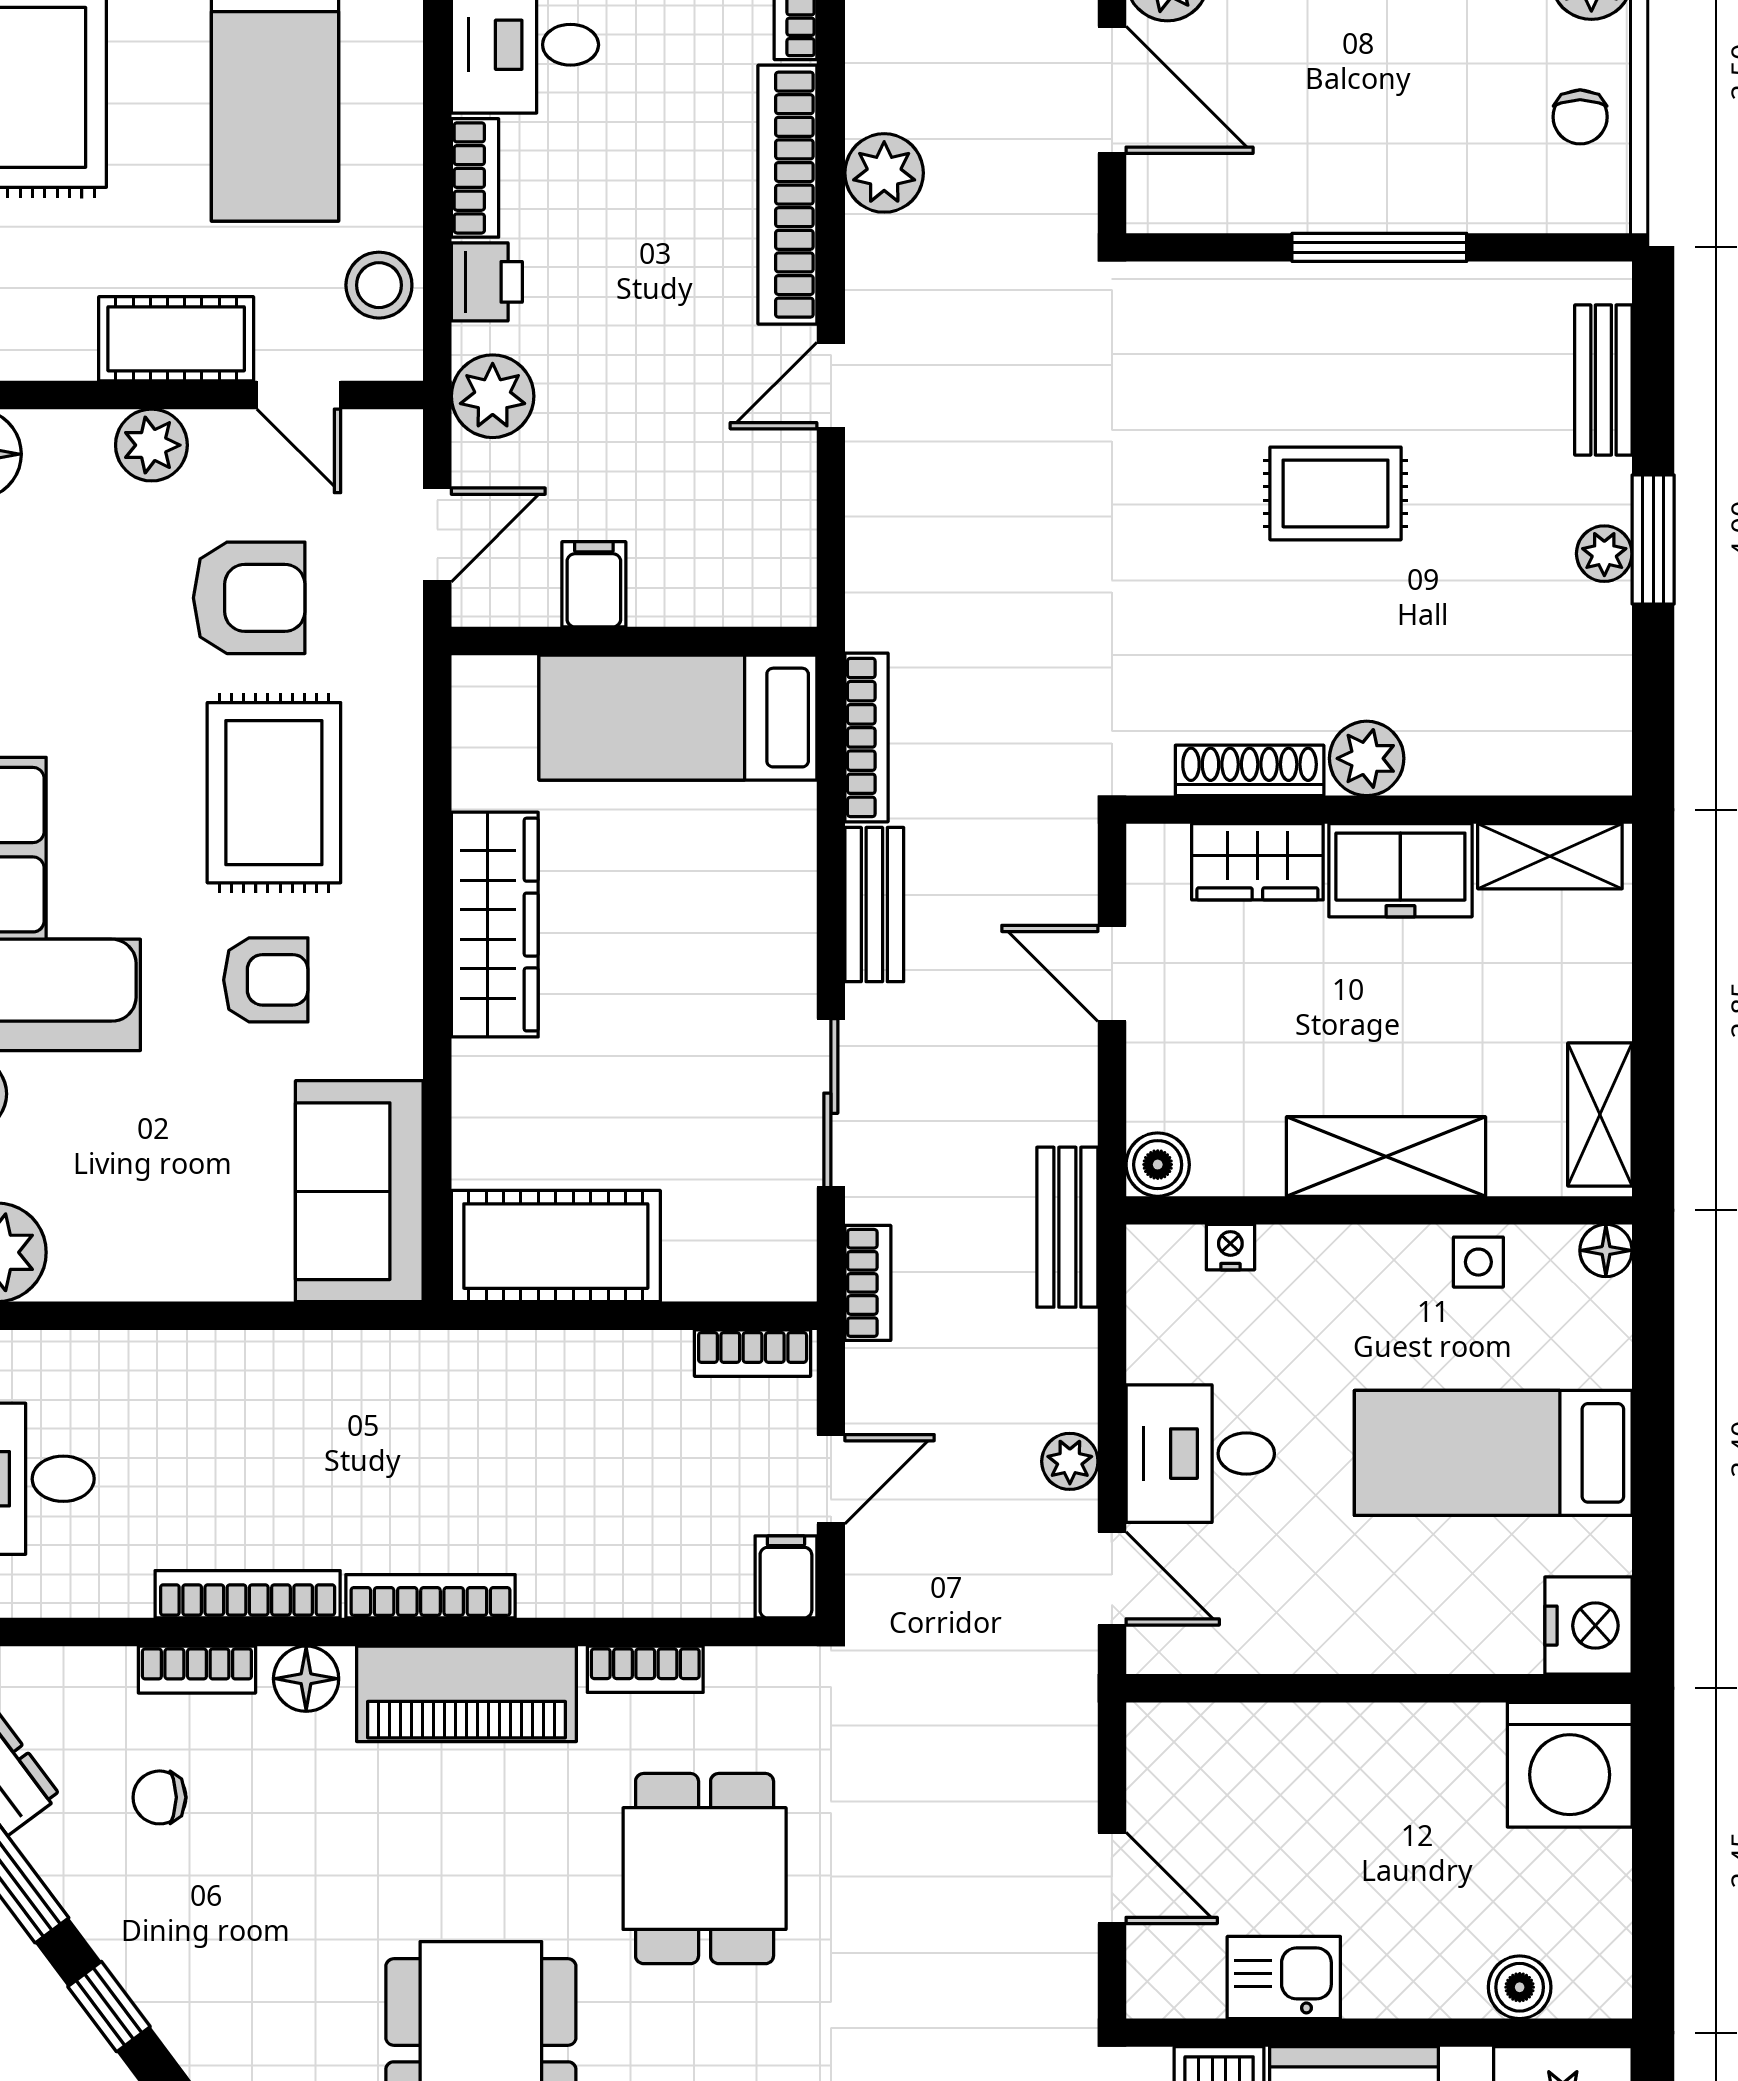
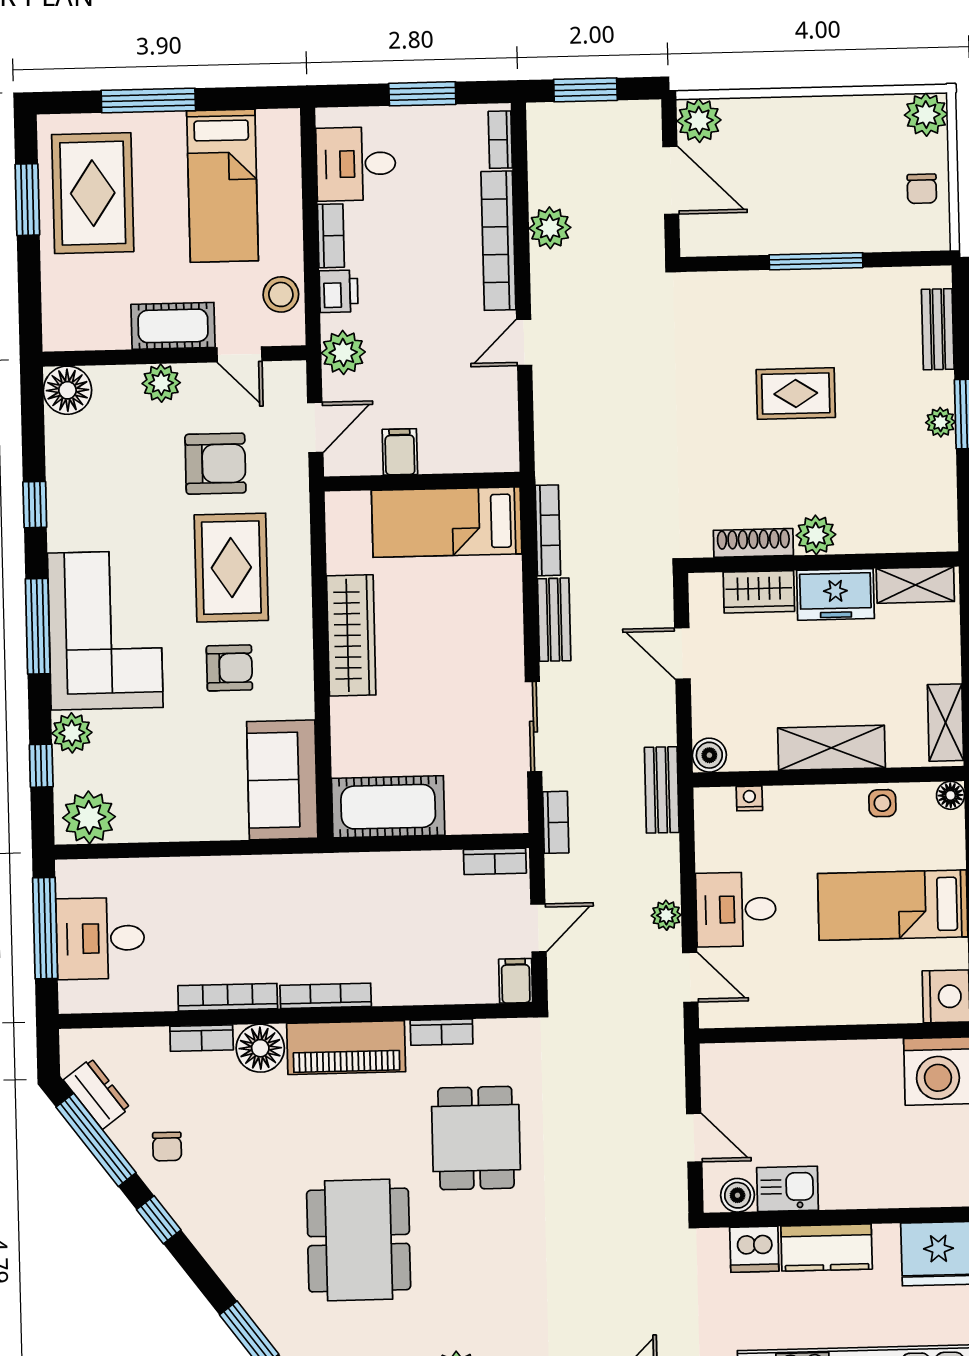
floor lamp: (306, 1679) -> (260, 1048), width x1.38, depth x1.38
chair: (160, 1797) -> (167, 1146), moved, turned -90
boiler: (1520, 1987) -> (738, 1195), moved

